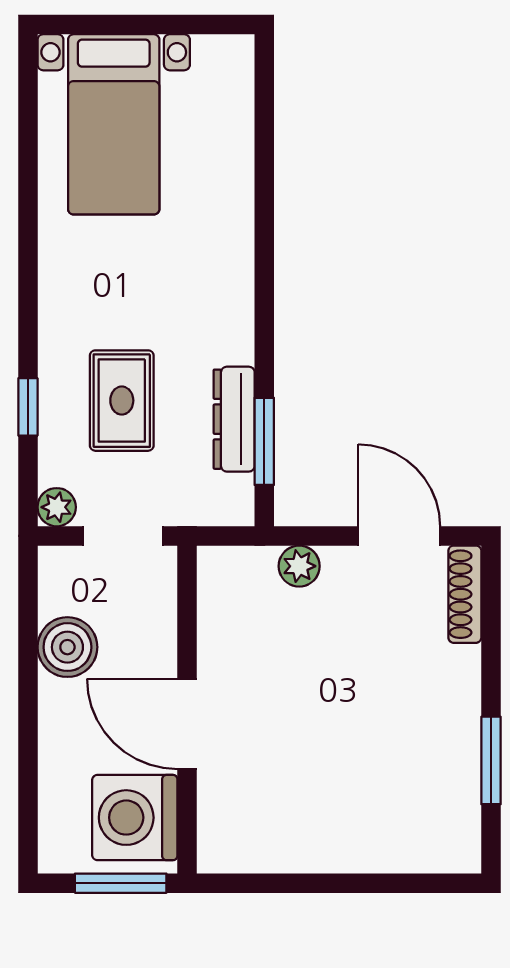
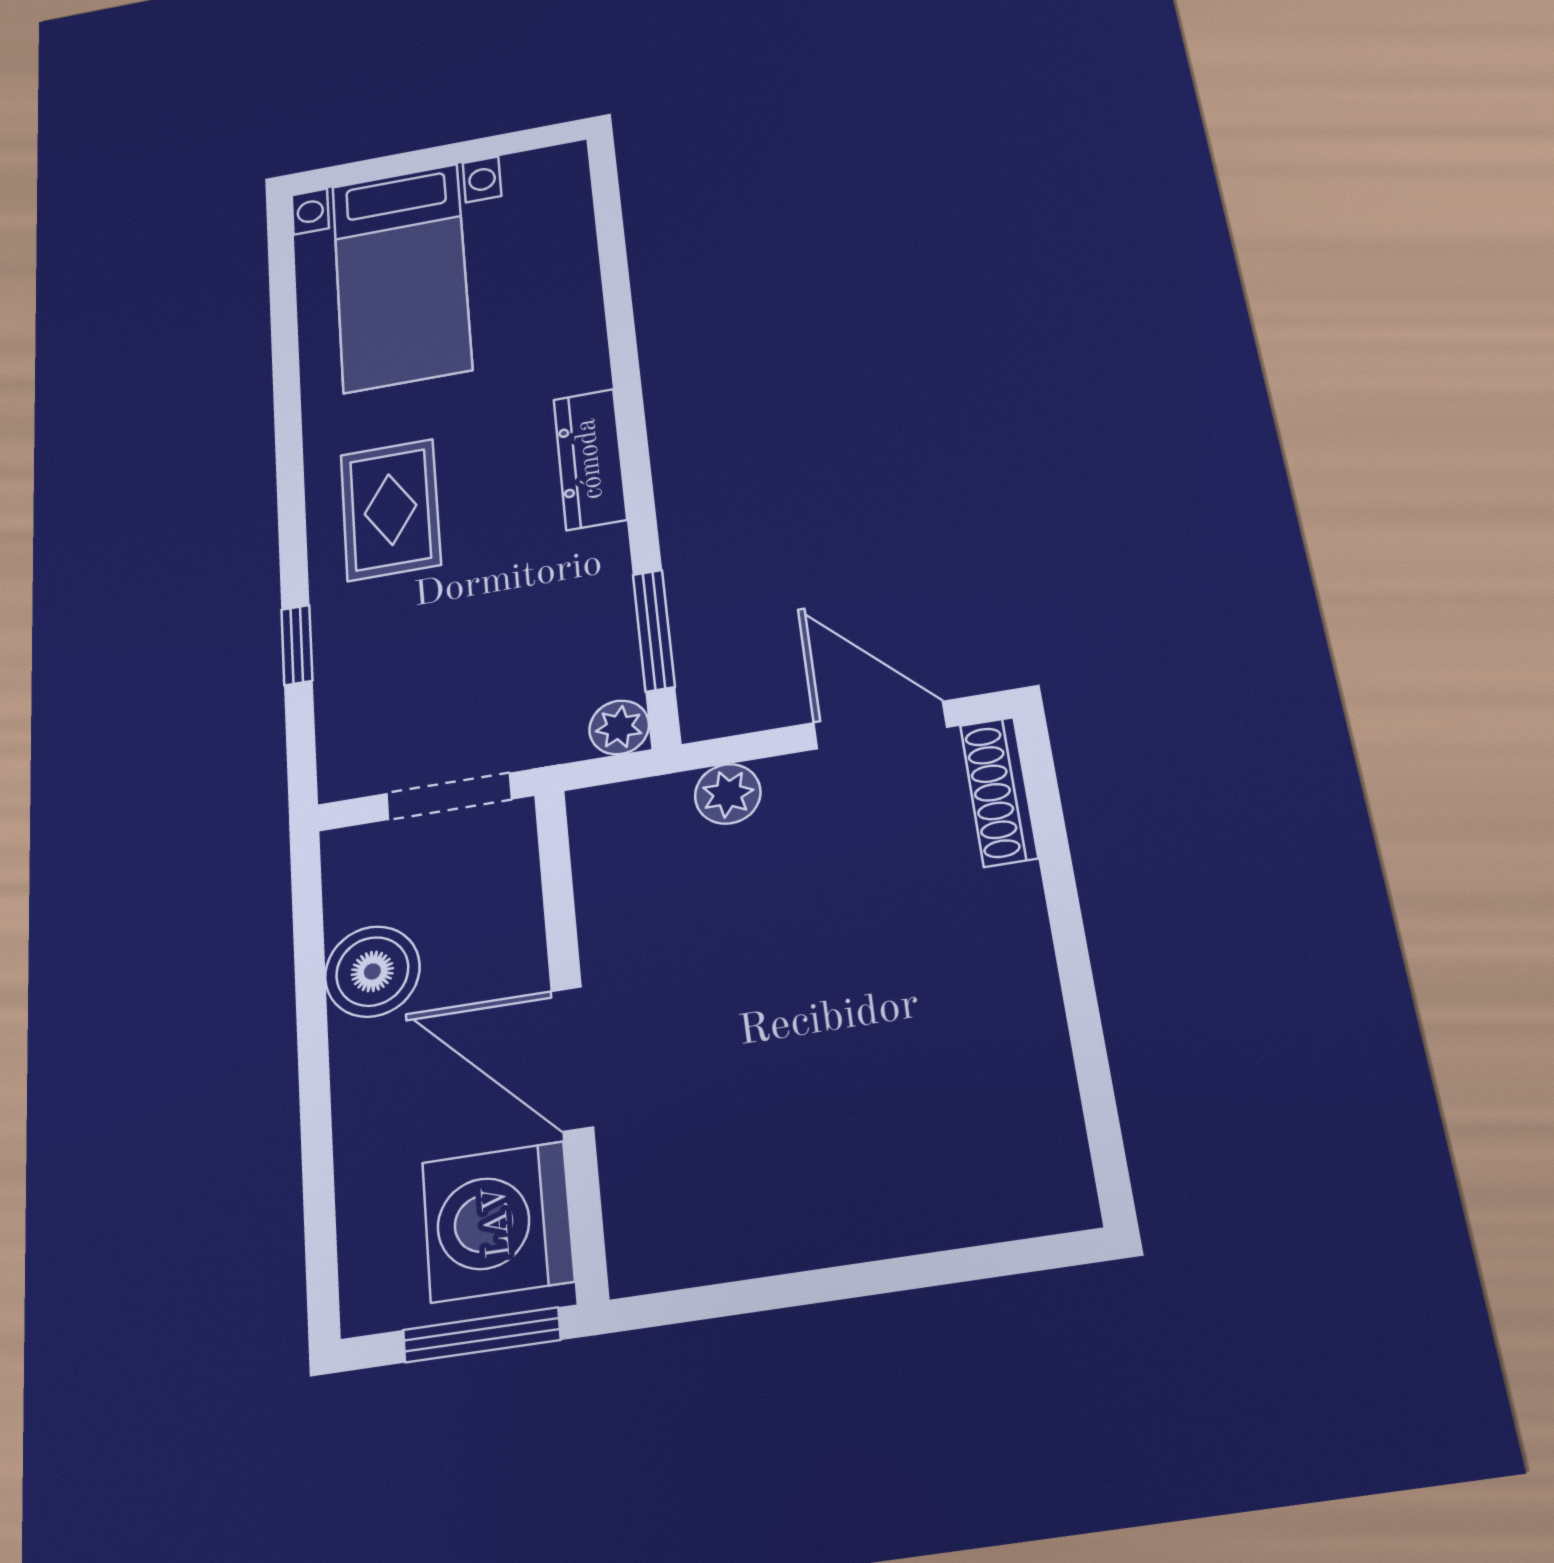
rug: (122, 401) -> (390, 510), moved
dresser: (234, 419) -> (590, 459), moved
plant: (57, 507) -> (619, 727), moved
window: (491, 760) -> (1087, 1038), removed

